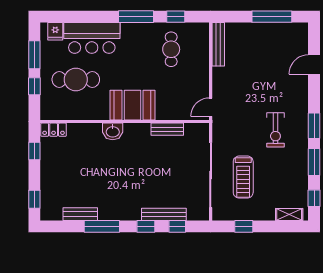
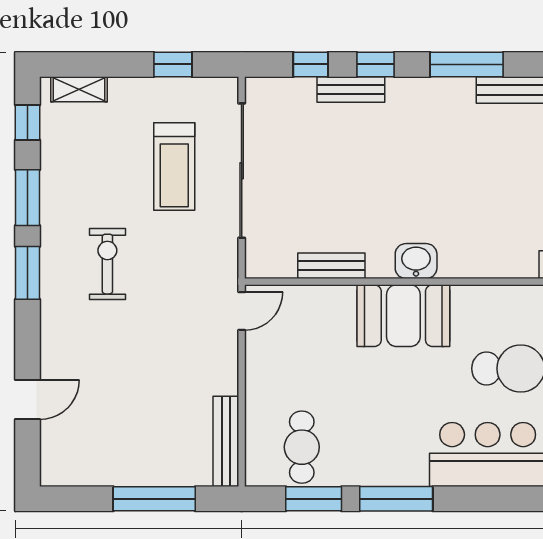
window: (176, 17) -> (314, 499), width x1.50
window: (272, 17) -> (154, 499), moved
cafe table: (171, 49) -> (302, 447), moved
washbasin: (113, 131) -> (416, 261), moved
treadmill: (243, 177) -> (174, 167), turned 180
bench: (164, 214) -> (351, 89), width x0.73

